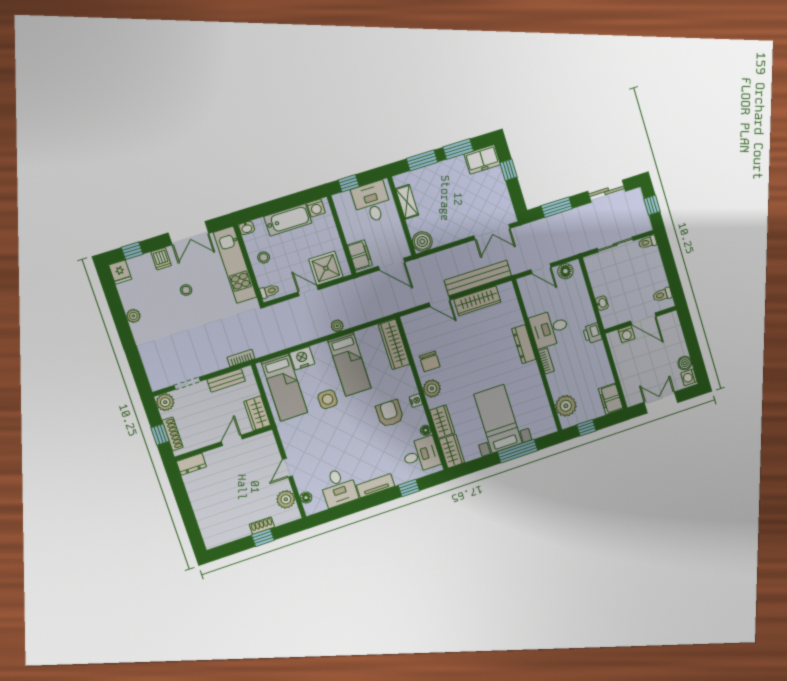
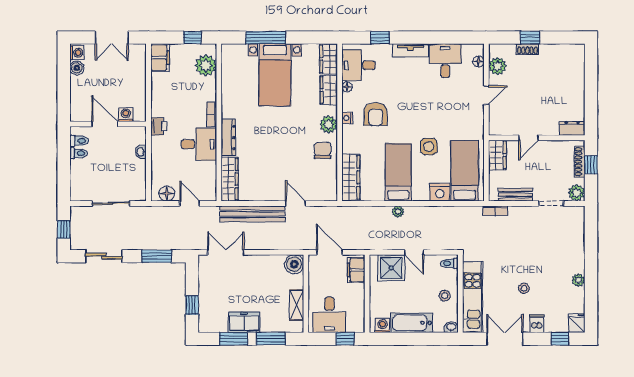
freezer: (482, 159) -> (244, 322), moved
toilet: (648, 242) -> (79, 153), moved
wardrobe: (477, 301) -> (230, 179), moved, turned 90

